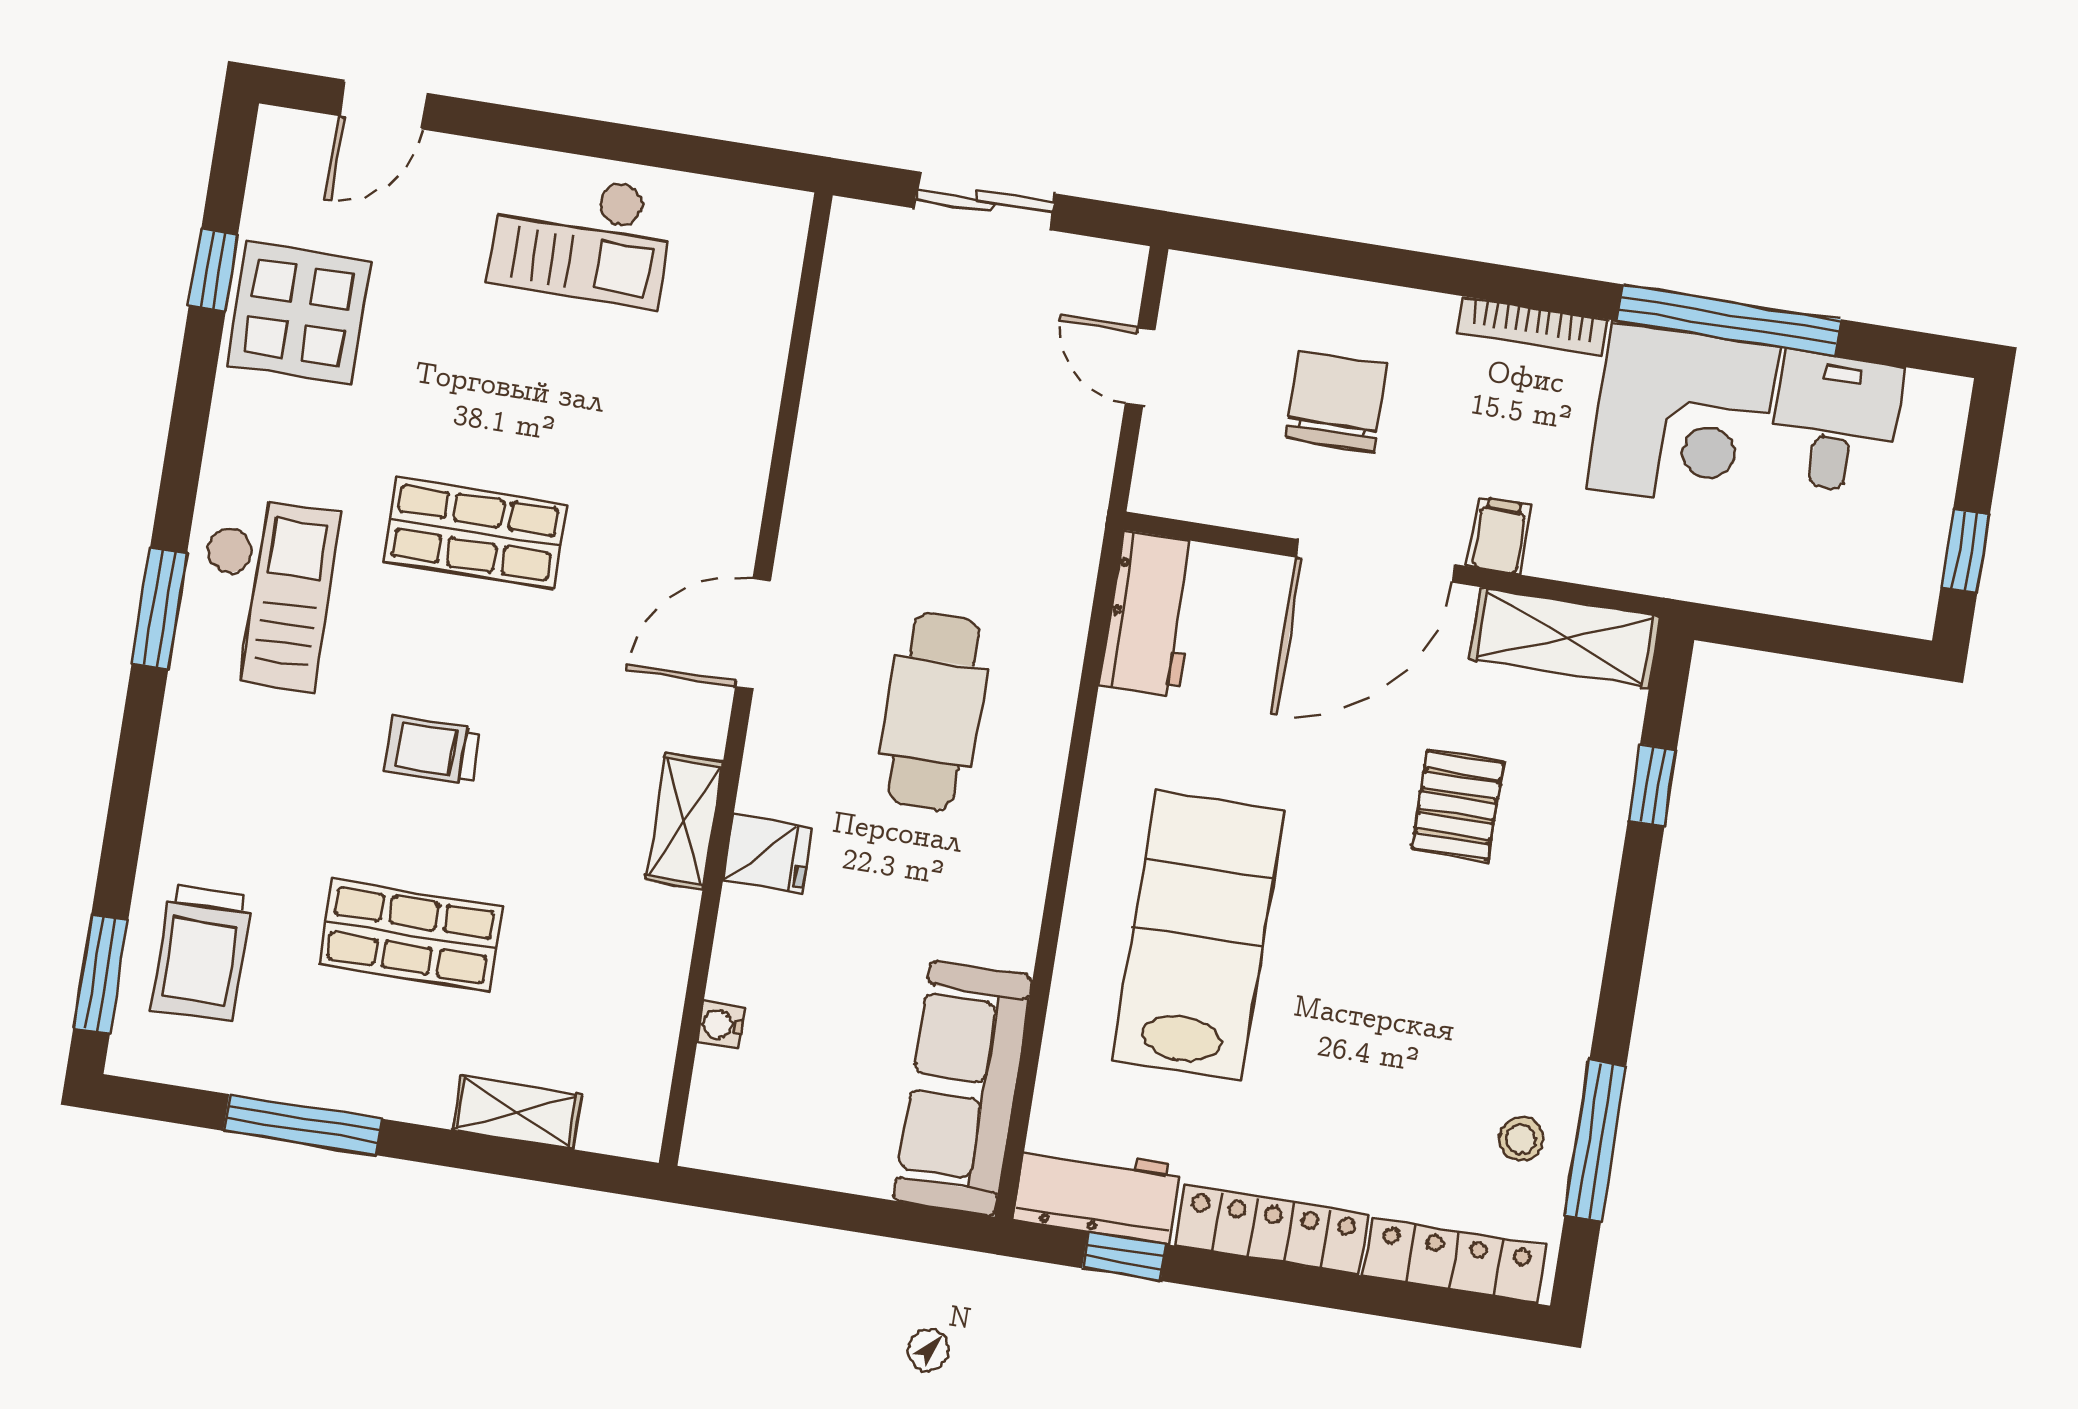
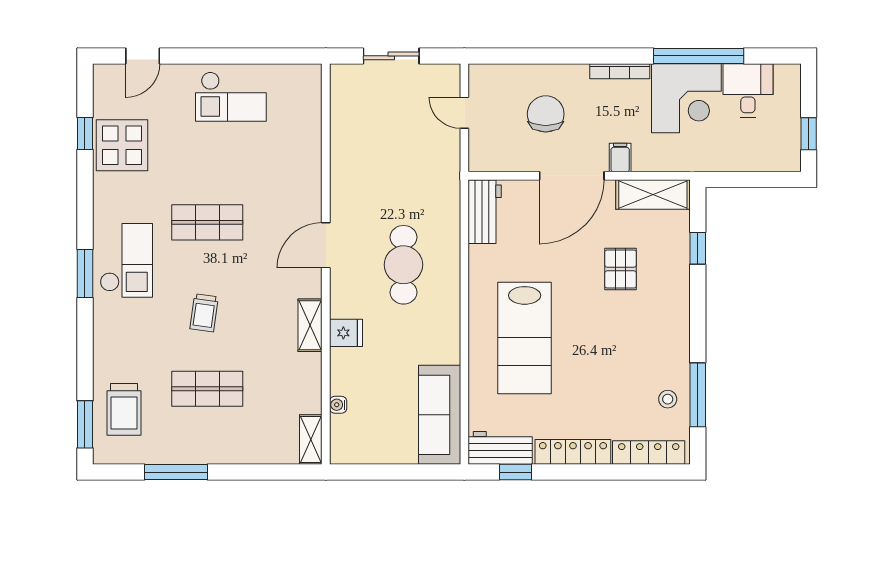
trolley: (432, 750) -> (204, 313), turned -82
lab bench: (1198, 935) -> (525, 338), turned 180
shelving: (517, 1112) -> (311, 440), moved, turned 90

